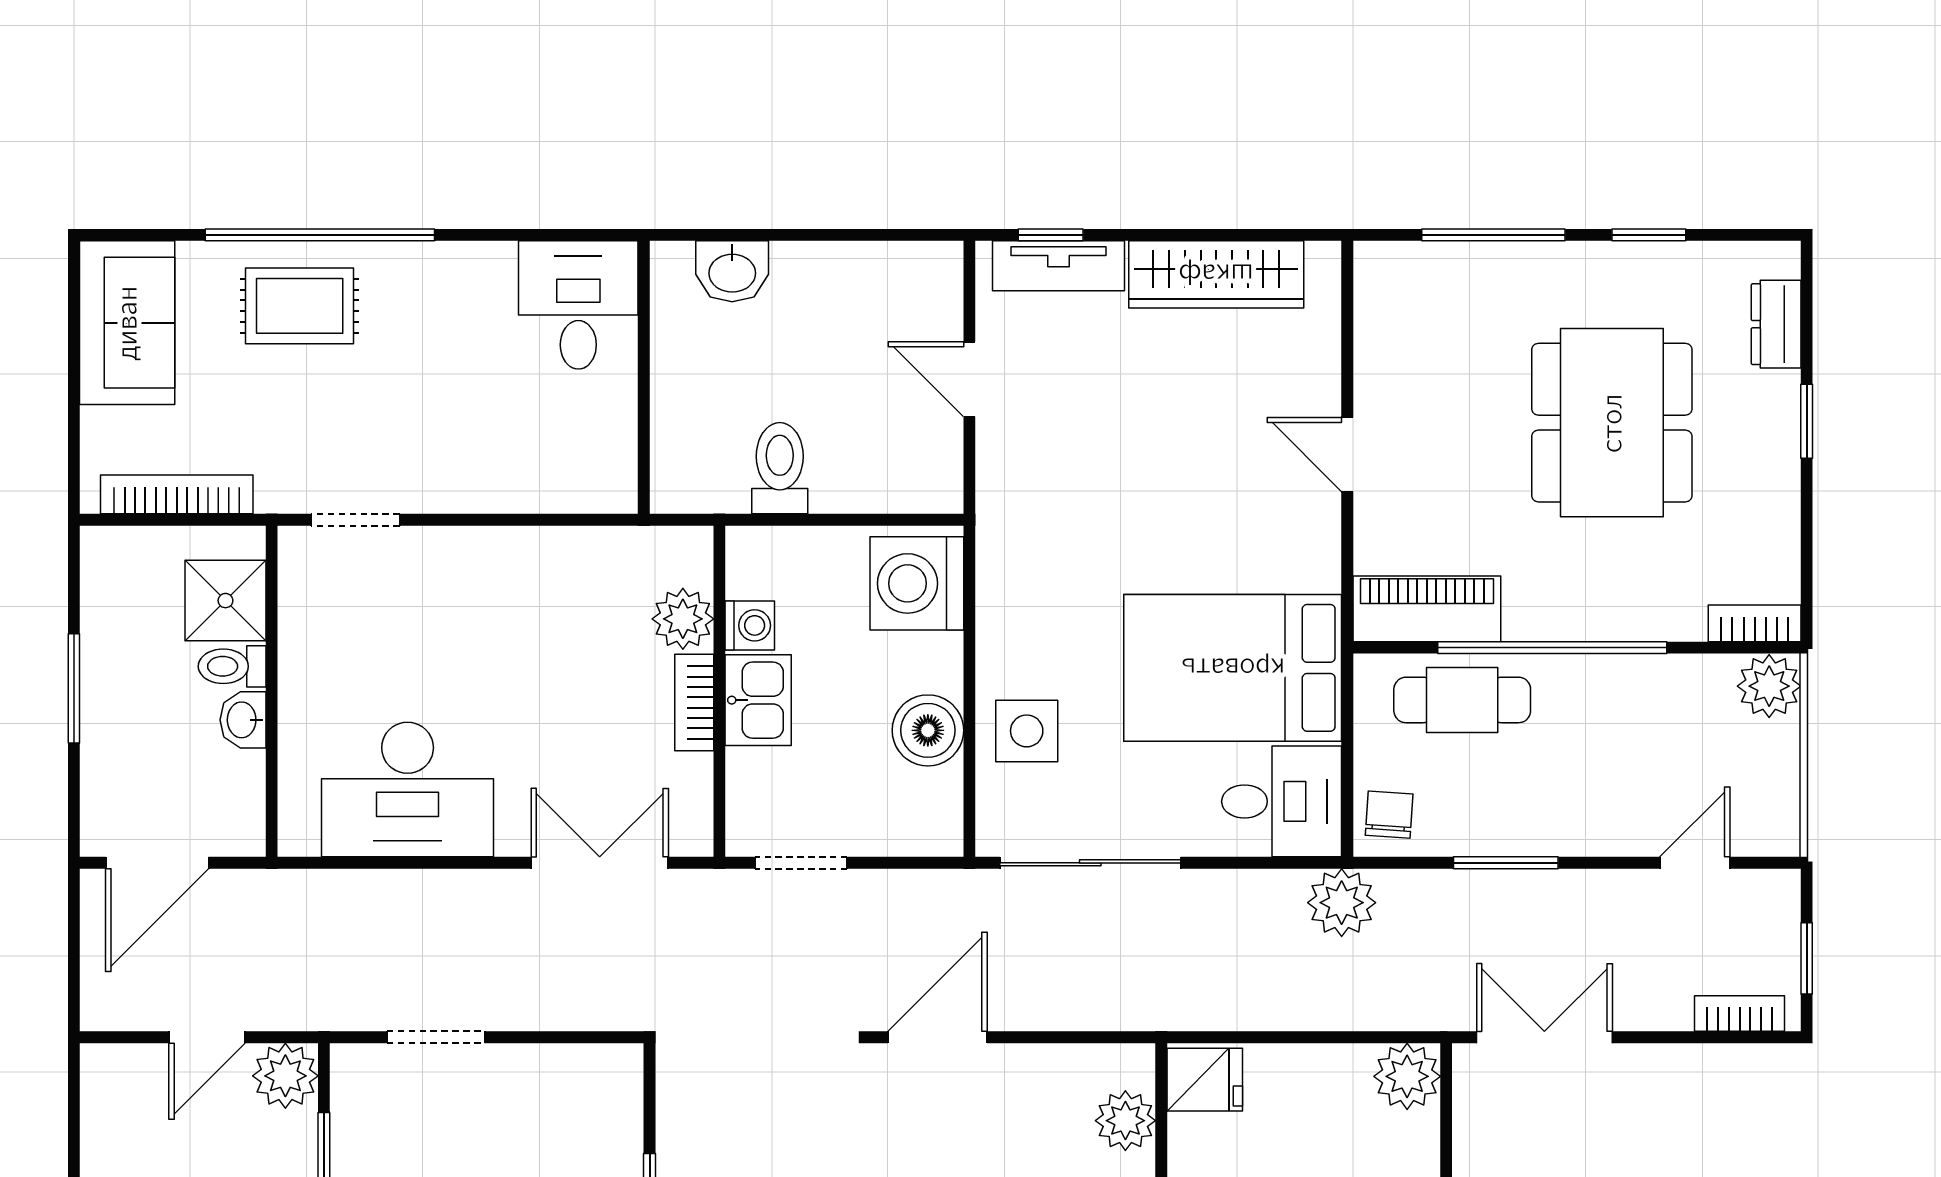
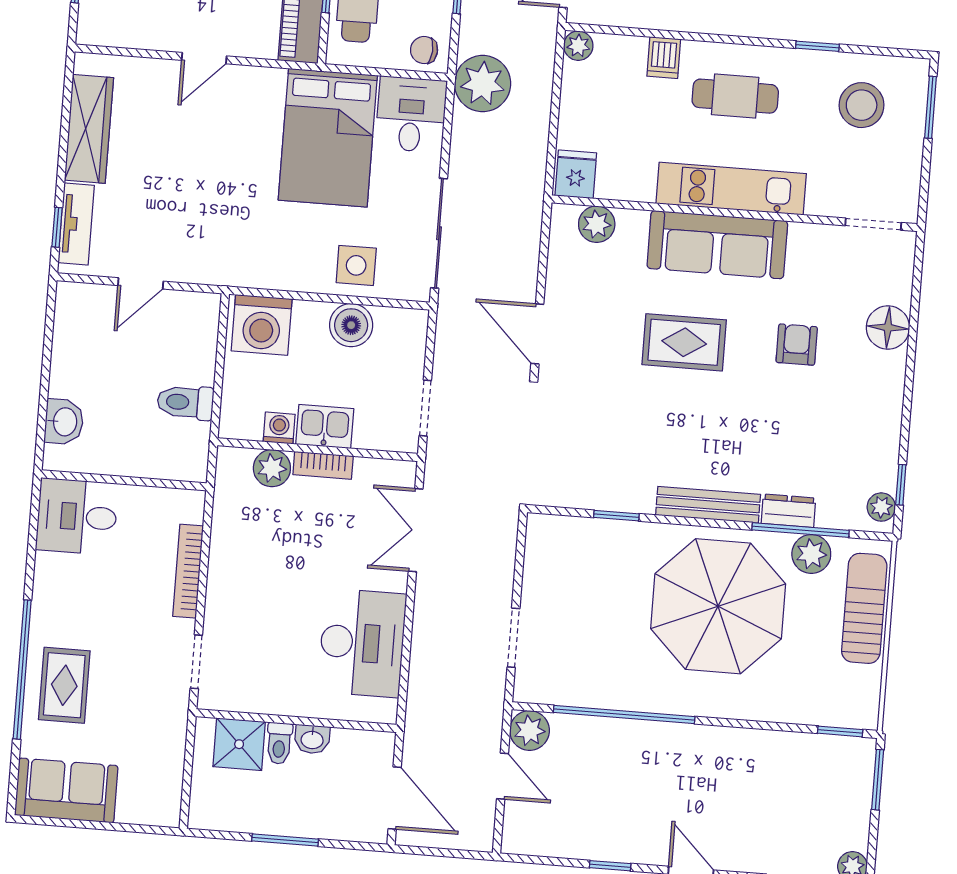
bookcase: (177, 494) -> (188, 571), moved
plant: (1342, 903) -> (483, 84), width x1.36, depth x1.36
plant: (1407, 1076) -> (578, 46), width x0.73, depth x0.73

